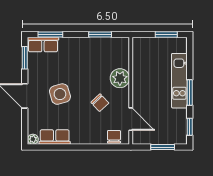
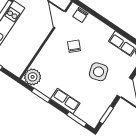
row of seats: (43, 44) -> (65, 101), moved
plant: (120, 78) -> (33, 77), moved

